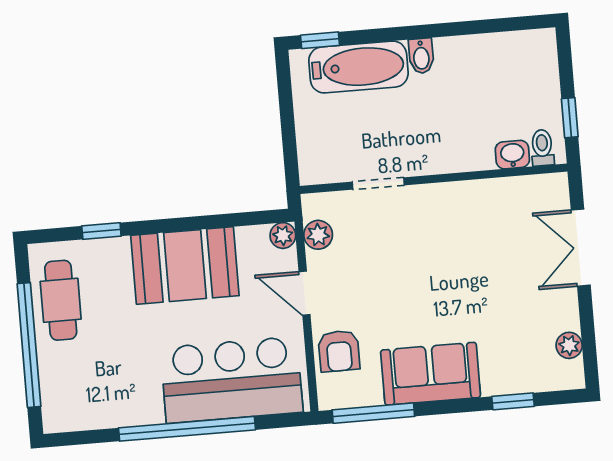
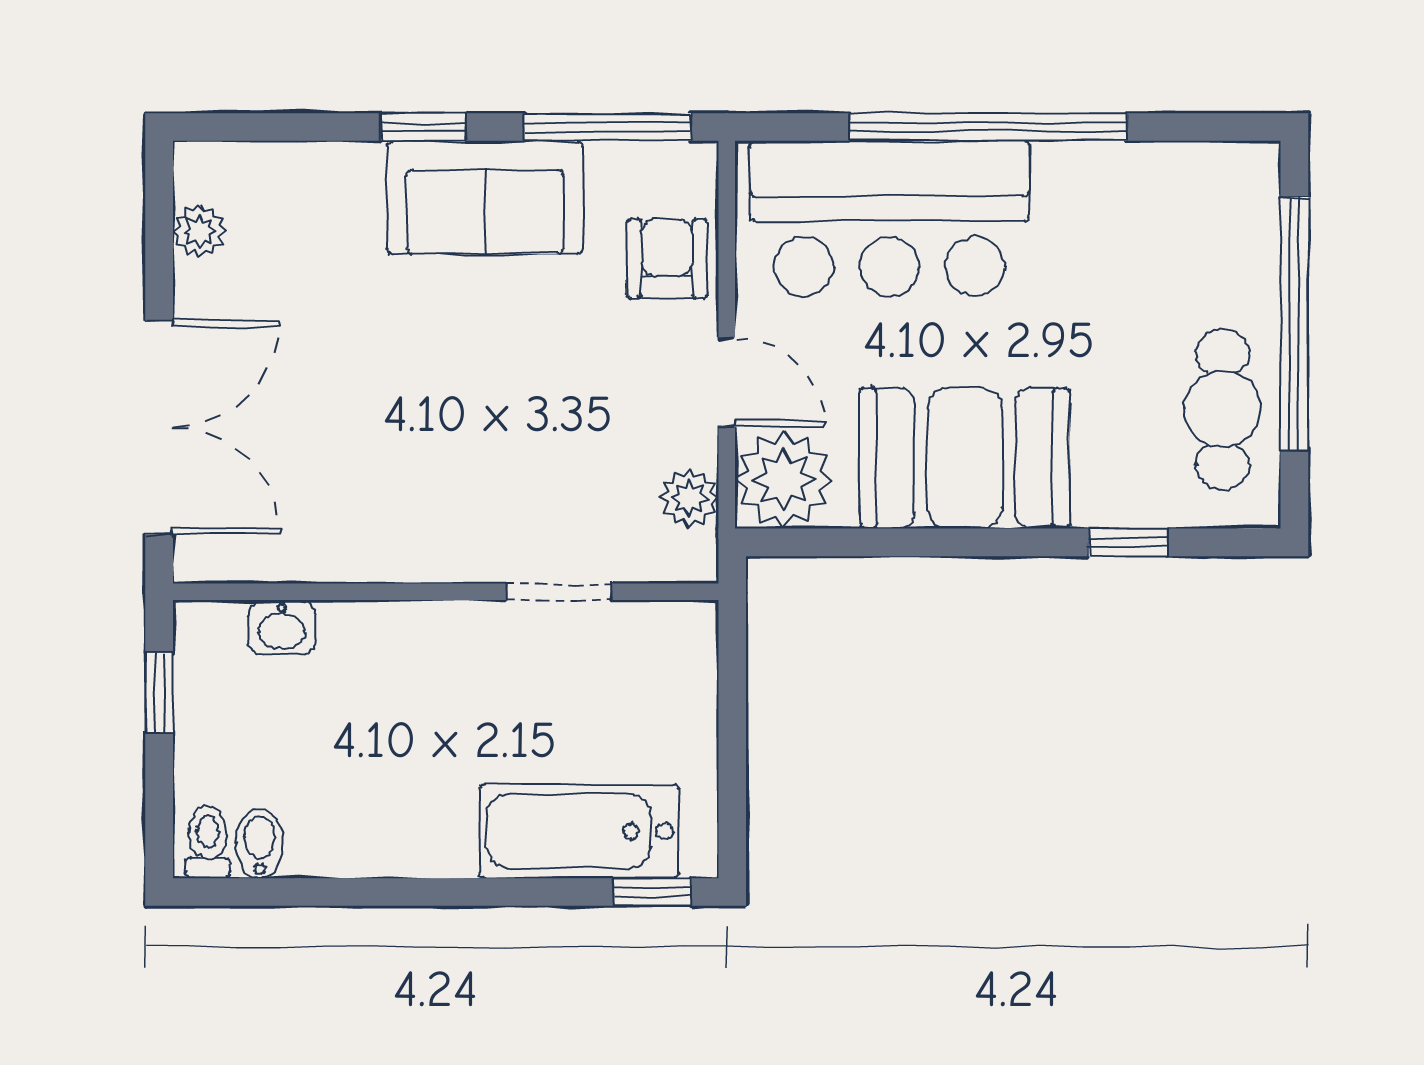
bidet: (421, 56) -> (260, 843), moved
toilet: (542, 148) -> (208, 842), moved, turned 180
plant: (283, 235) -> (784, 480), width x1.87, depth x1.87
double door: (581, 248) -> (159, 427), width x1.37
window: (513, 401) -> (424, 127), moved

